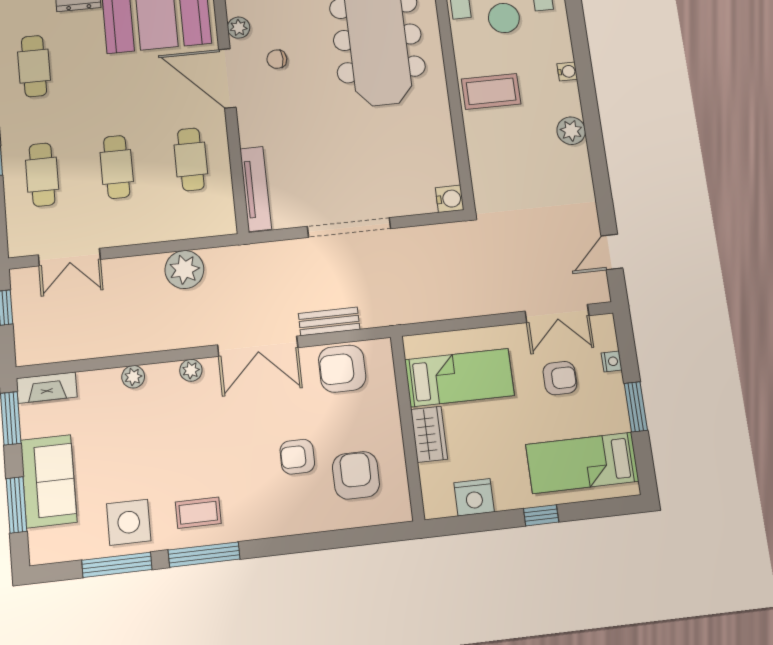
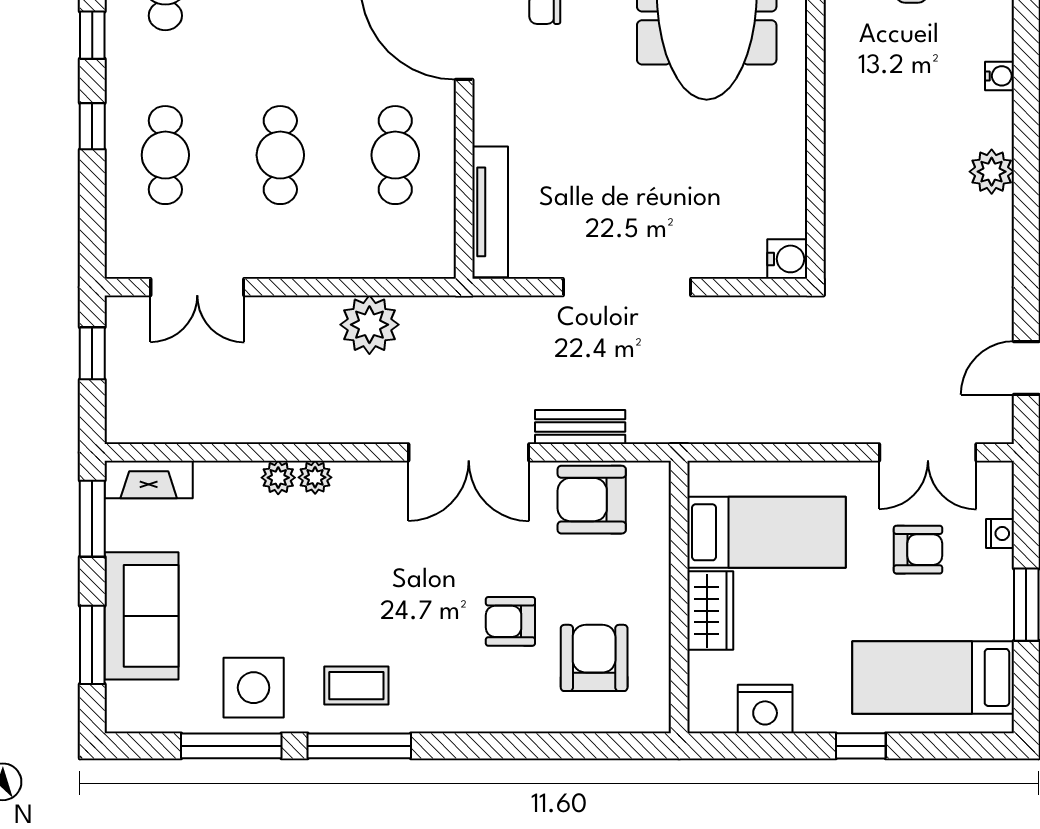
coffee table: (491, 91) -> (875, 96), removed
plant: (191, 370) -> (315, 477), moved

